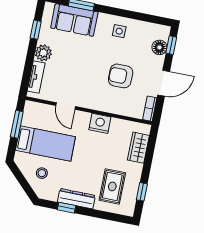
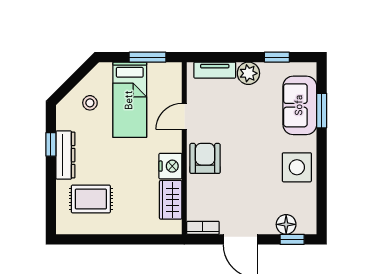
side table: (119, 31) -> (297, 167), width x1.87, depth x1.87
armchair: (121, 76) -> (205, 158), moved
wardrobe: (138, 148) -> (171, 200), moved, turned -90
window: (142, 192) -> (92, 239), removed

